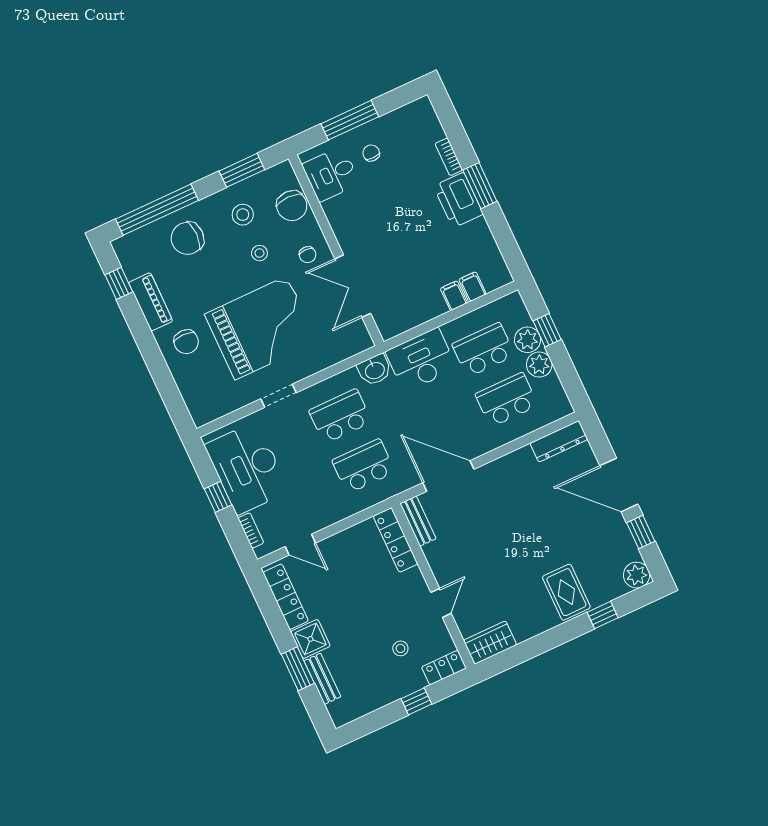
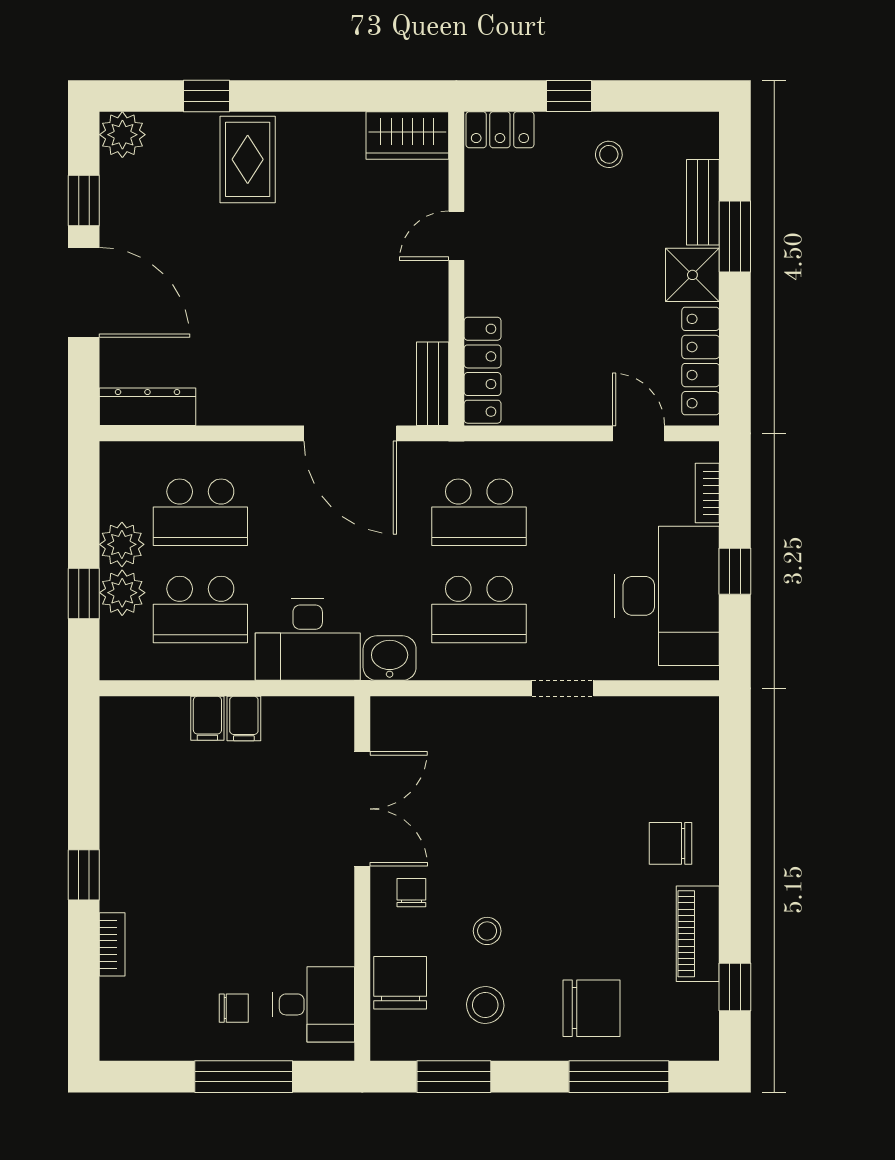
chair: (371, 153) -> (234, 1008), turned -90
window: (480, 186) -> (84, 875), width x0.67
printer: (458, 200) -> (129, 868), removed
window: (157, 210) -> (619, 1077), width x0.68
filing cabinet: (473, 287) -> (244, 719), moved
grand piano: (261, 328) -> (540, 810), removed
chair: (186, 342) -> (670, 843), turned -90
stool: (400, 648) -> (609, 154), moved

